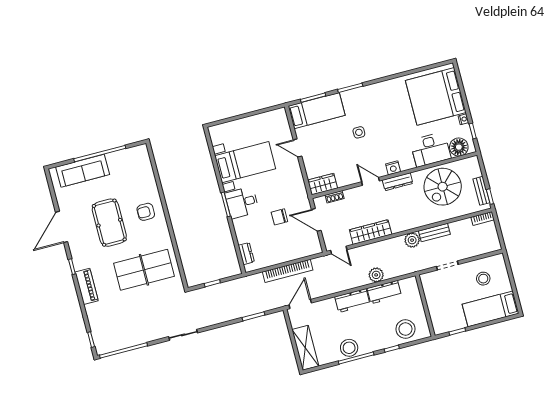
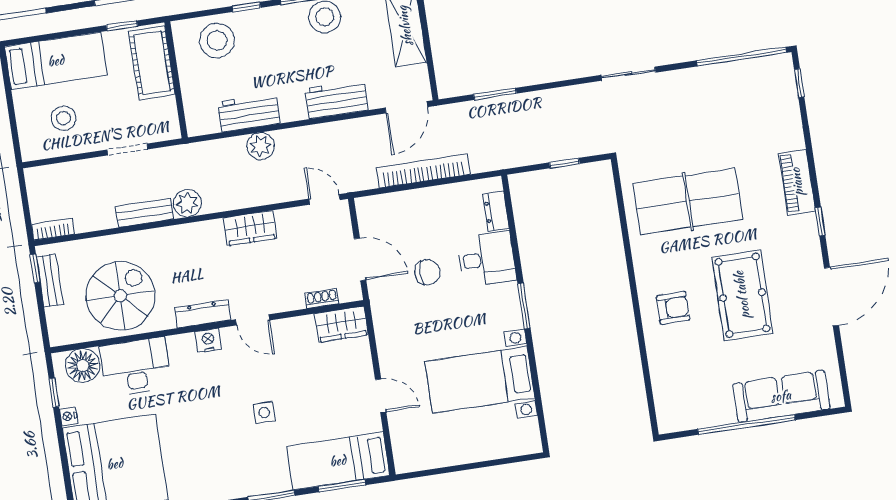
desk: (242, 202) -> (487, 259), moved
wardrobe: (371, 232) -> (250, 228), width x0.67
workbench: (352, 301) -> (336, 99), moved
cot: (439, 313) -> (152, 63), added

